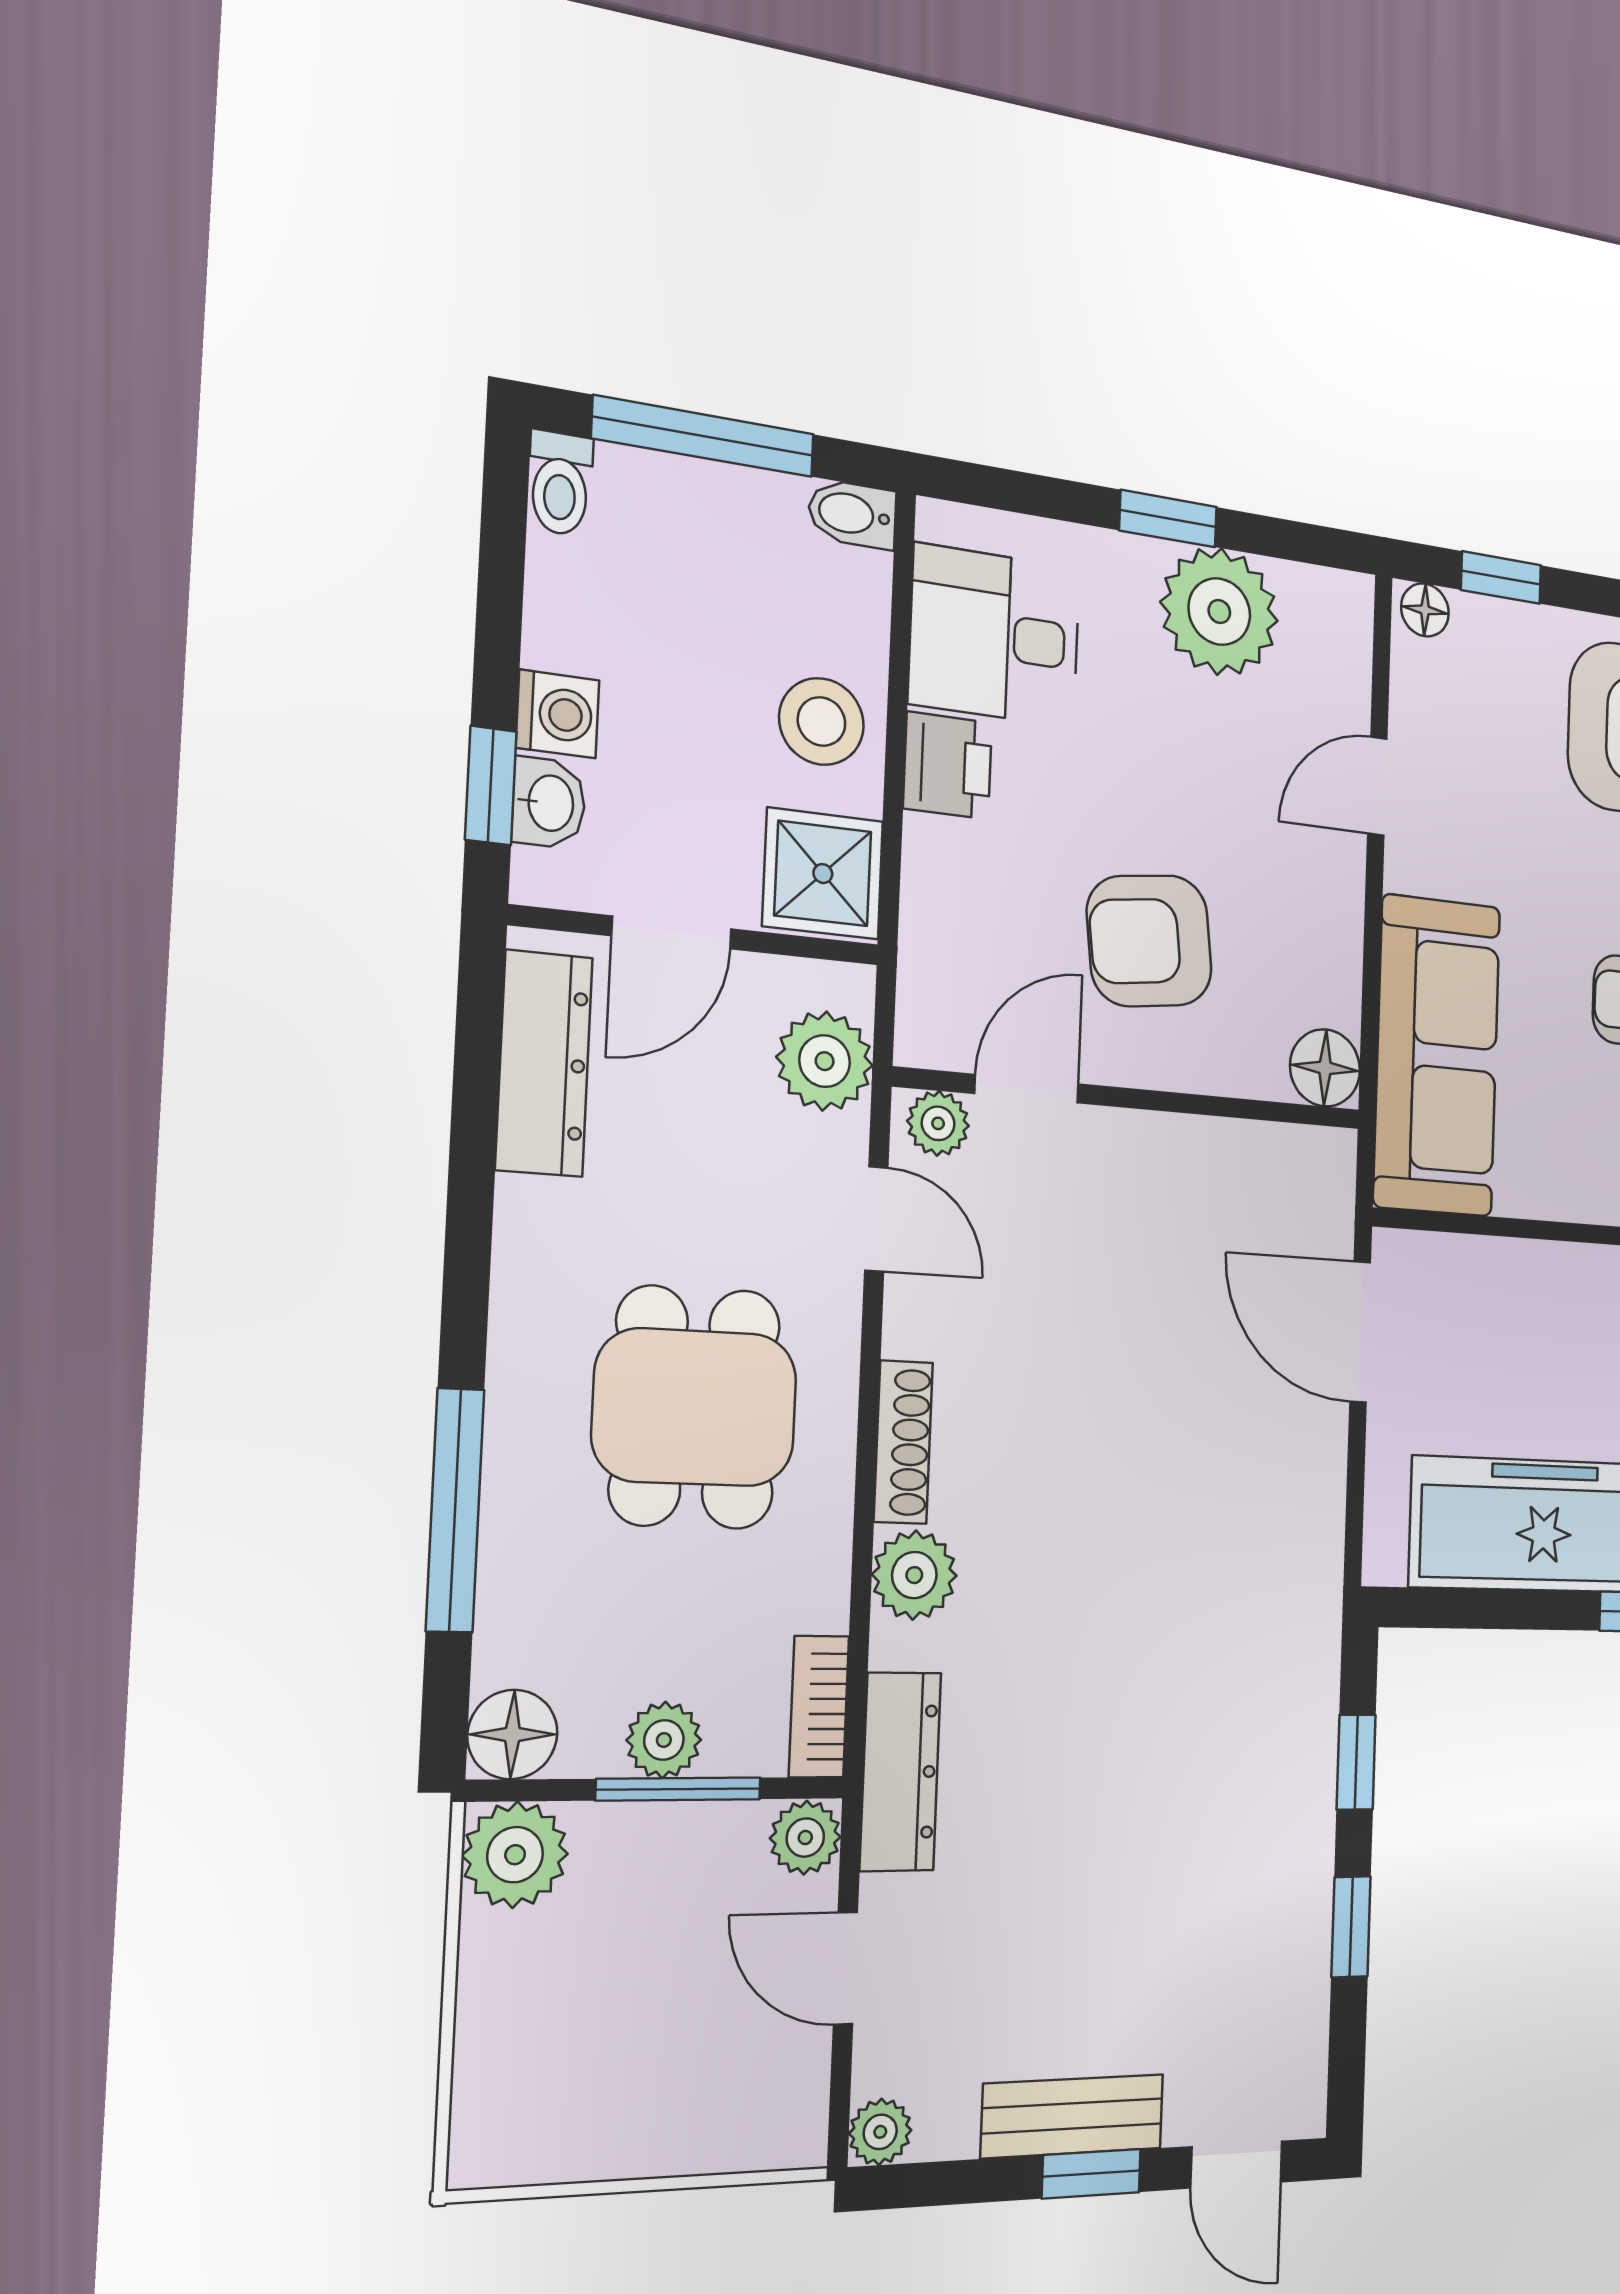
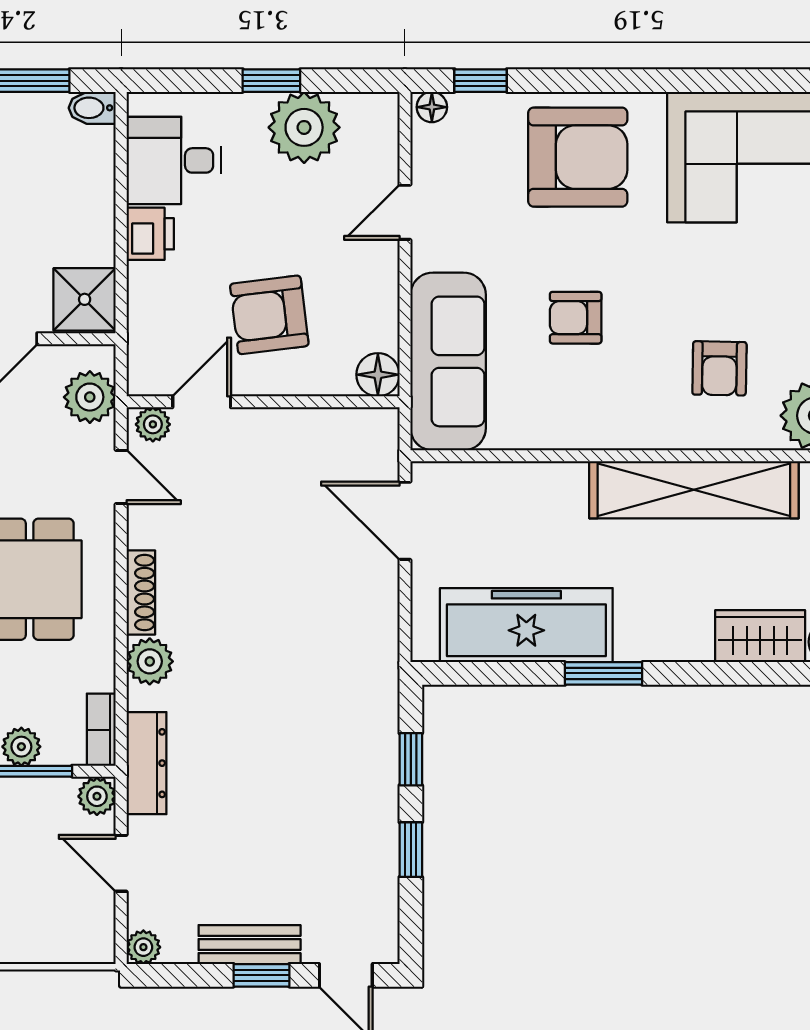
stool: (821, 721) -> (80, 220), removed

